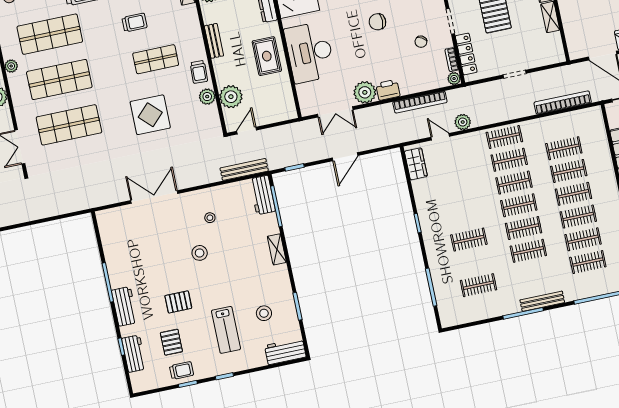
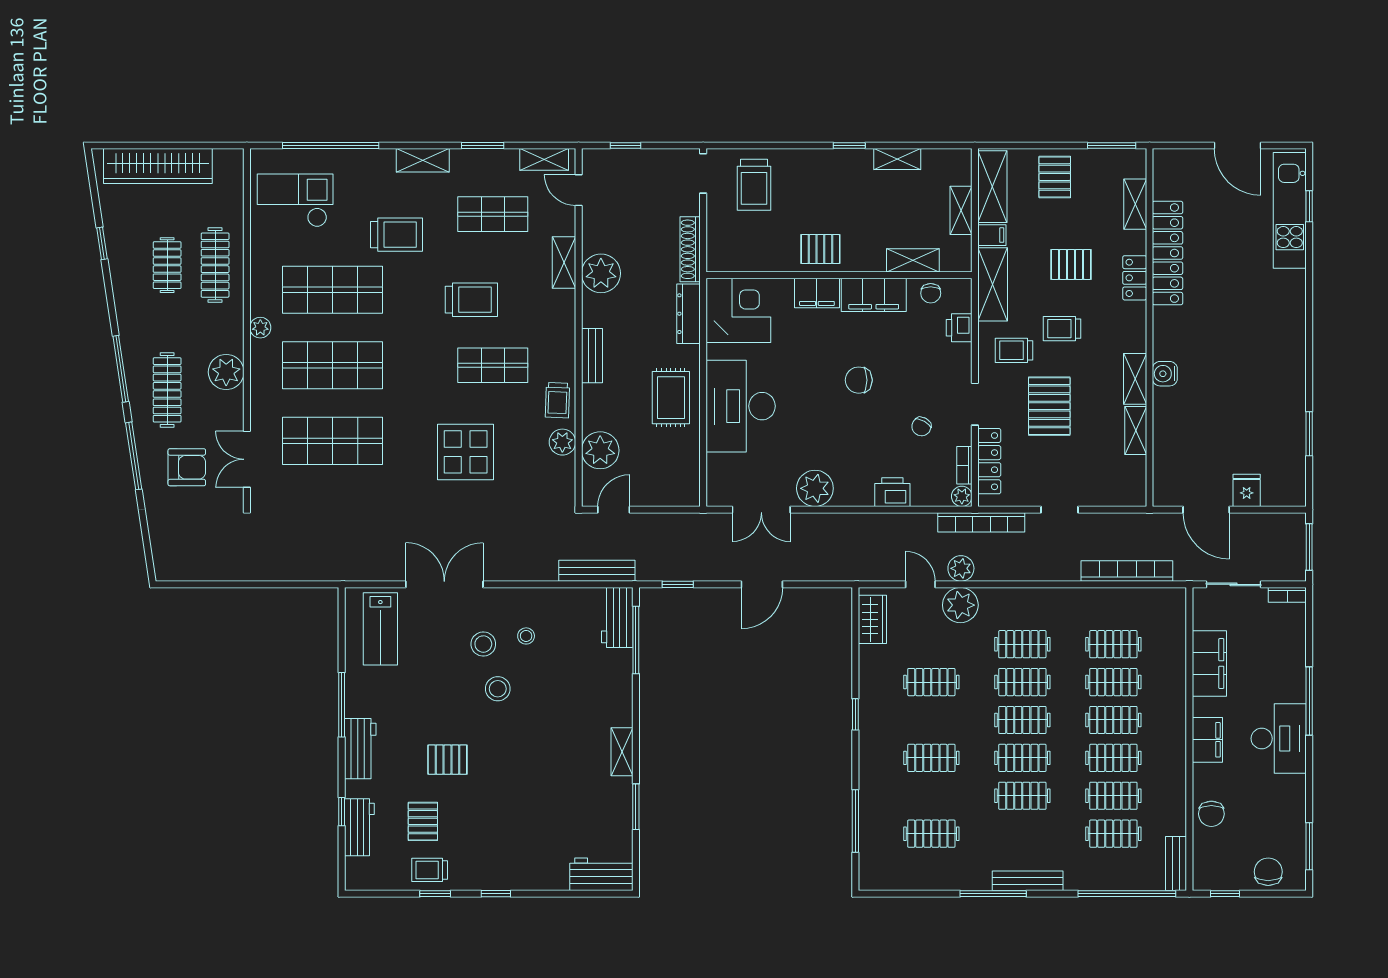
trolley: (134, 23) -> (471, 300), width x1.36, depth x1.39
printer: (388, 90) -> (892, 492), moved
bookcase: (420, 102) -> (981, 522), moved
clothes rail: (504, 137) -> (931, 682), moved
plant: (467, 144) -> (960, 605), added
shelving: (277, 249) -> (622, 752), moved
stool: (264, 313) -> (483, 644), moved
lab bench: (226, 330) -> (380, 629), moved
trolley: (182, 370) -> (430, 870), turned 180

